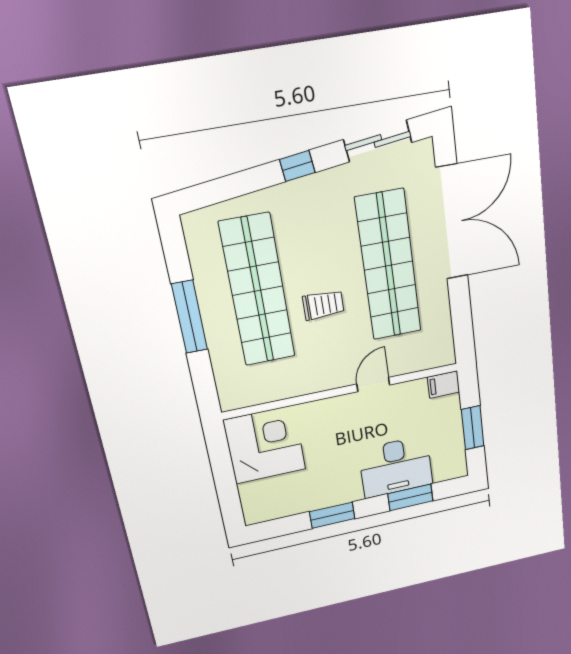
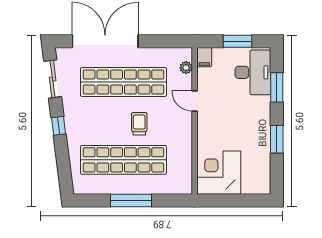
plant: (424, 360) -> (186, 68), added
desk: (396, 467) -> (253, 72), moved

